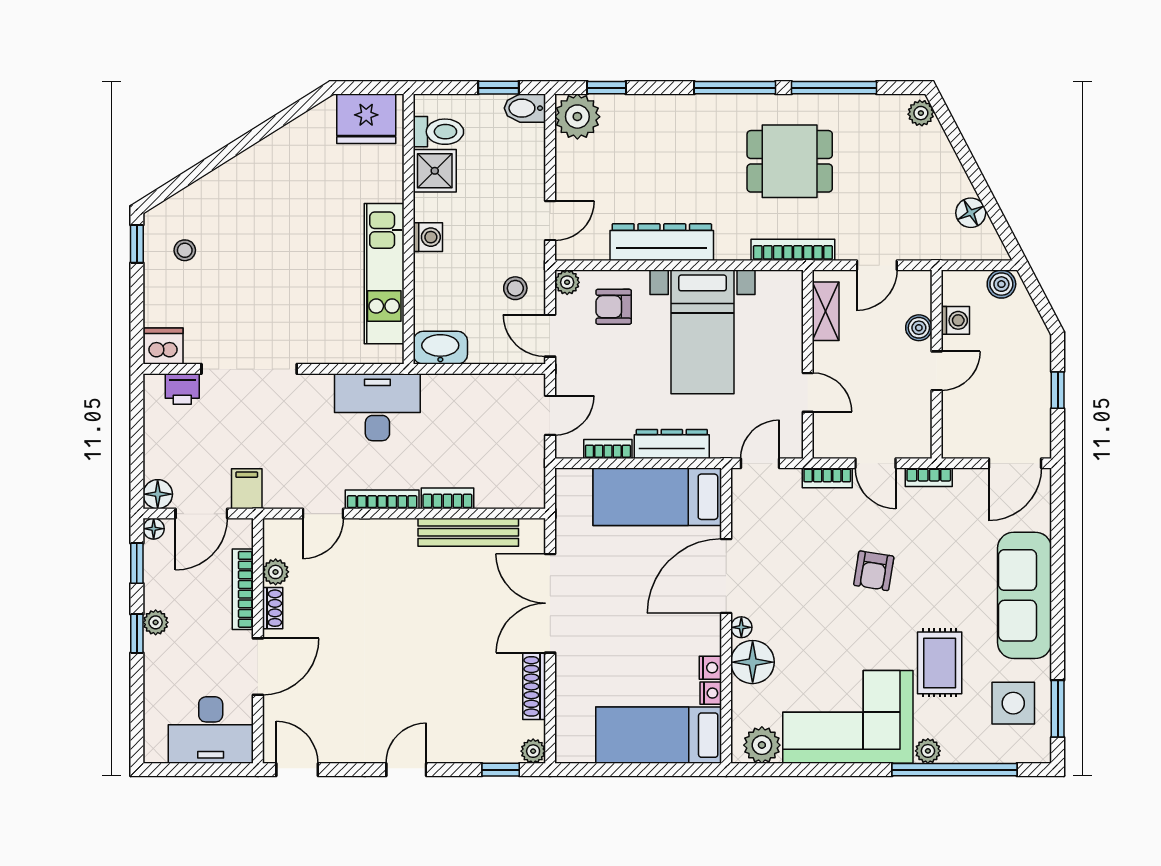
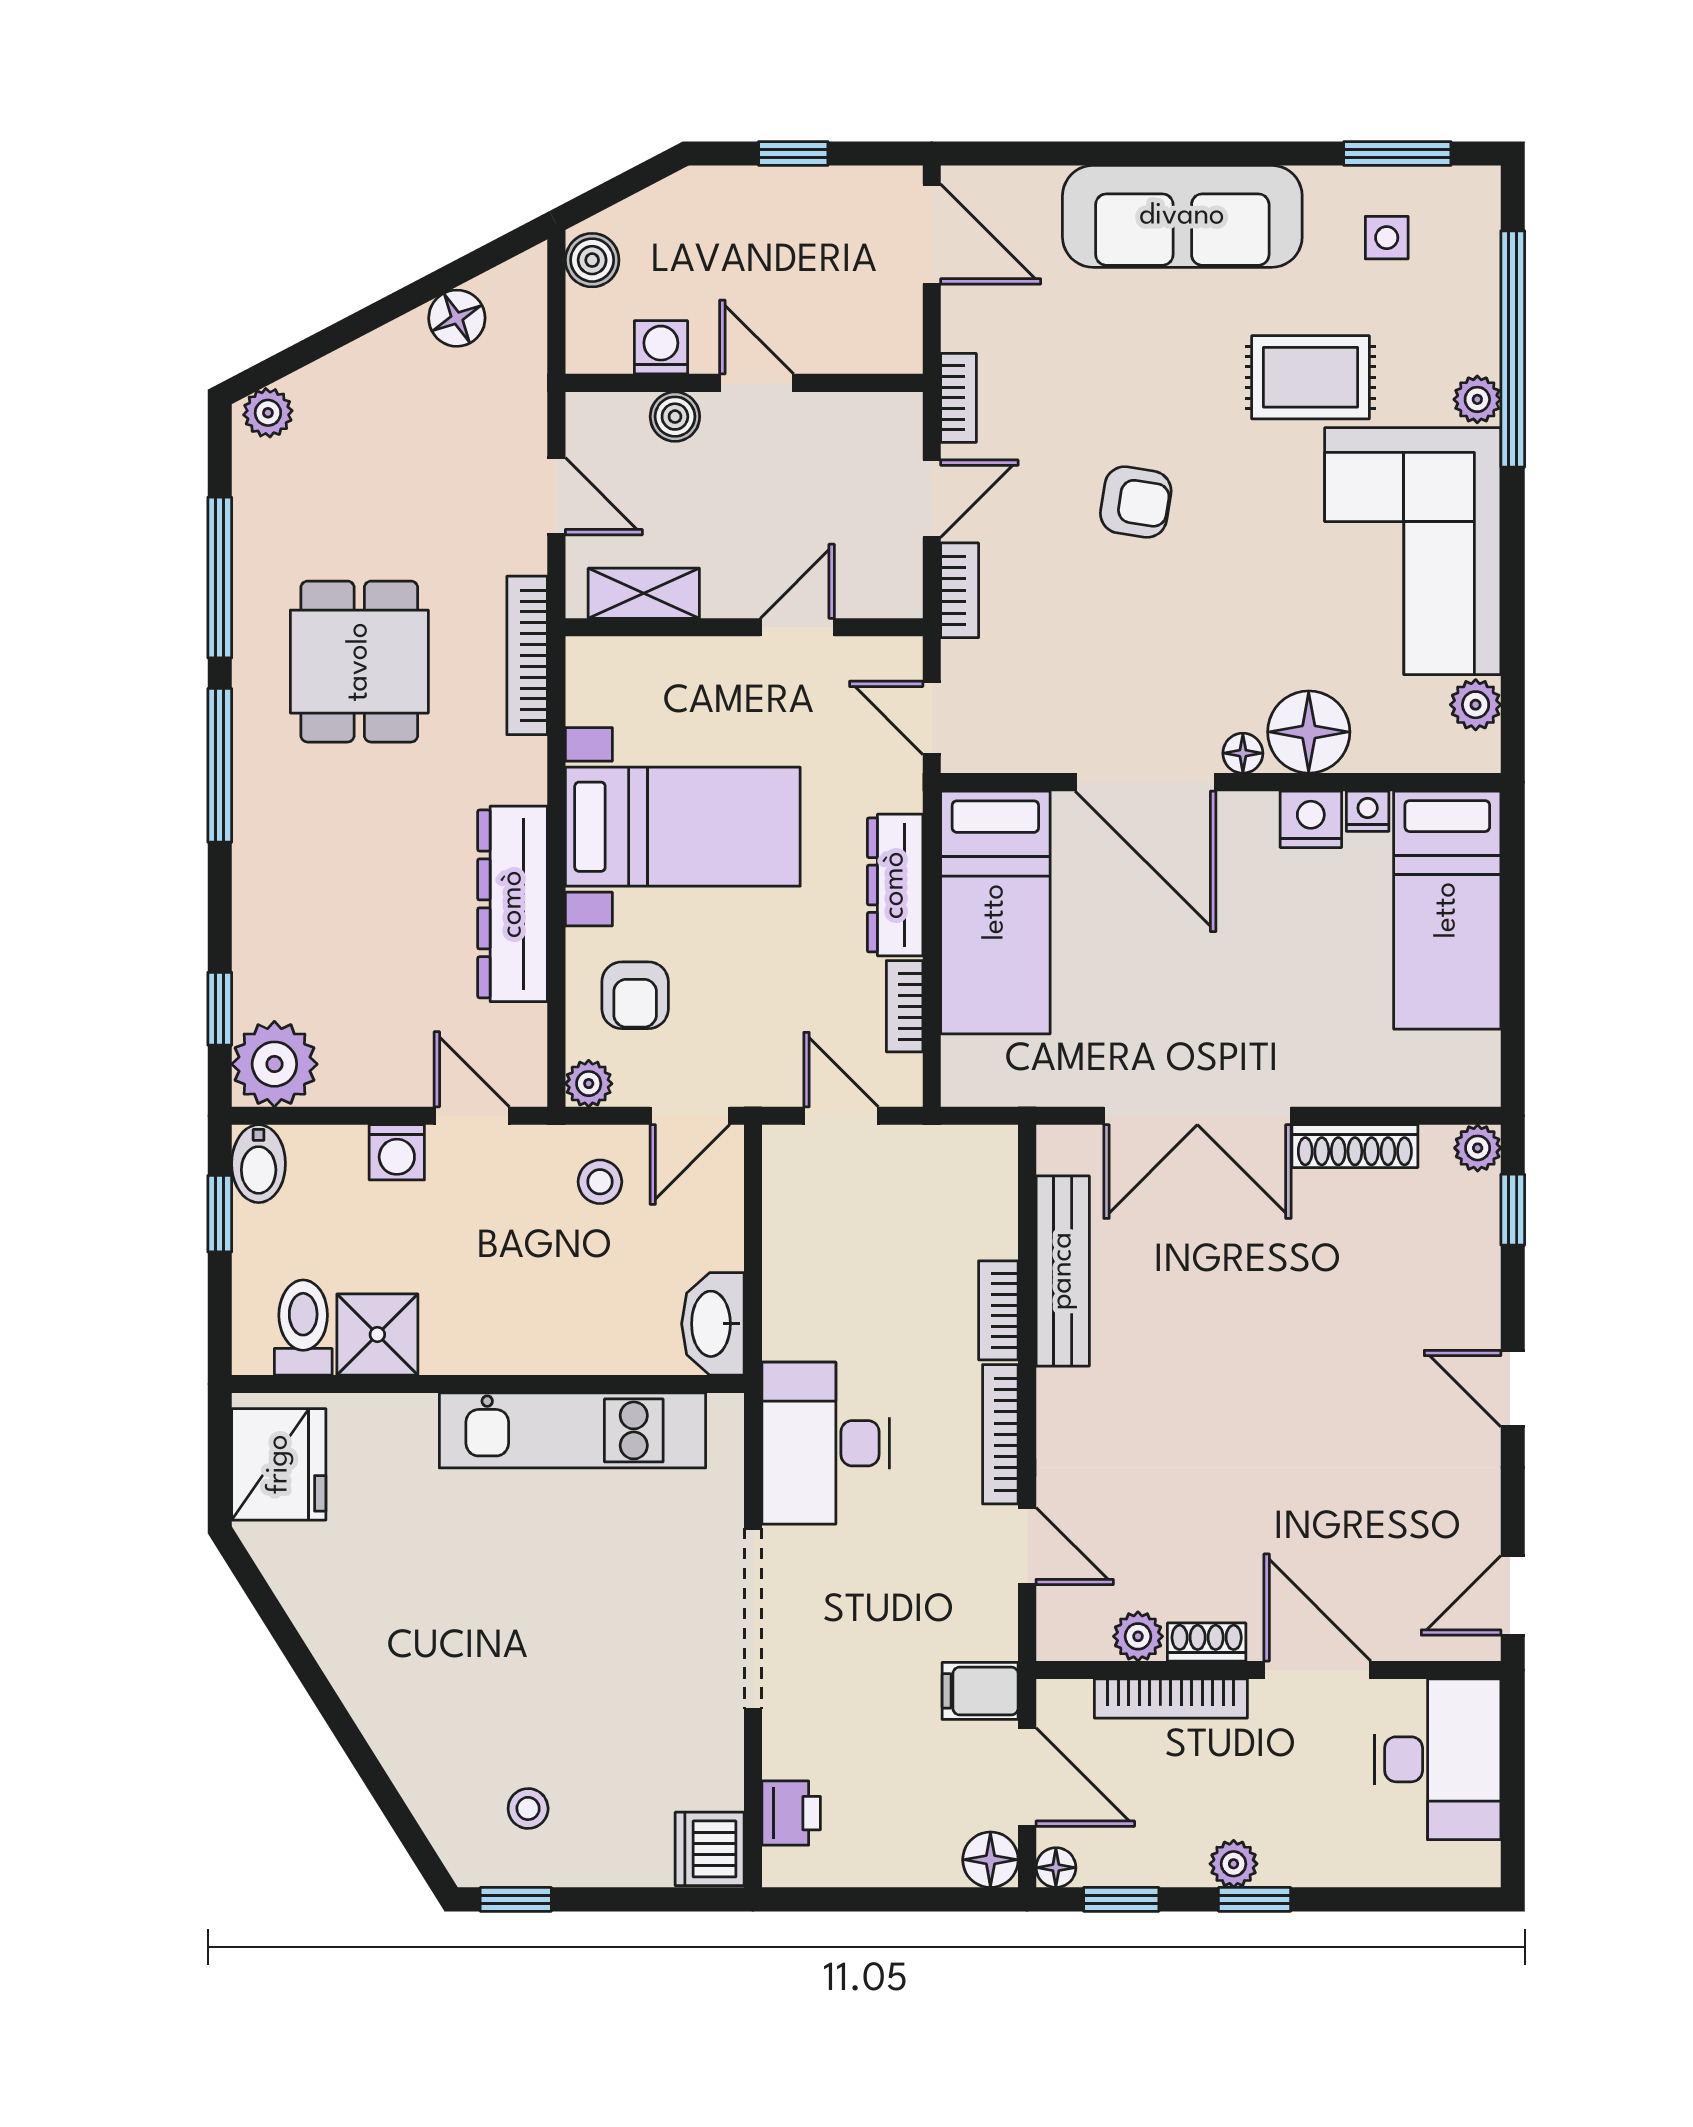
washing machine: (428, 237) -> (397, 1152), moved, turned 180
doorway: (249, 369) -> (753, 1619), moved
nightstand: (710, 668) -> (1311, 819), width x1.39, depth x1.35
side table: (1013, 703) -> (1387, 238), width x0.54, depth x0.54
plant: (762, 745) -> (1476, 705), width x0.73, depth x0.73

